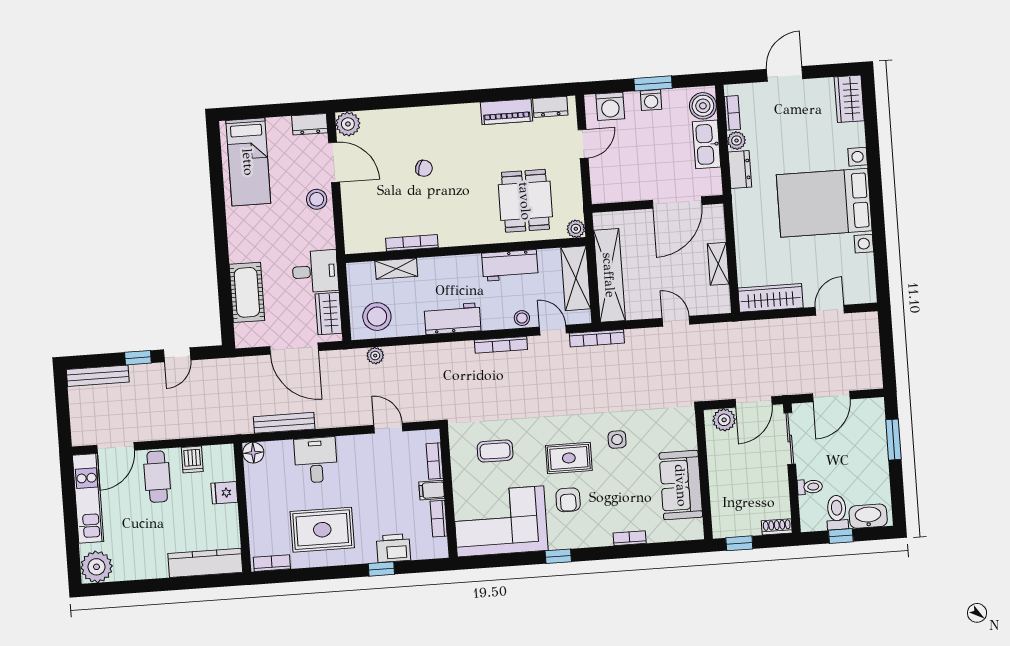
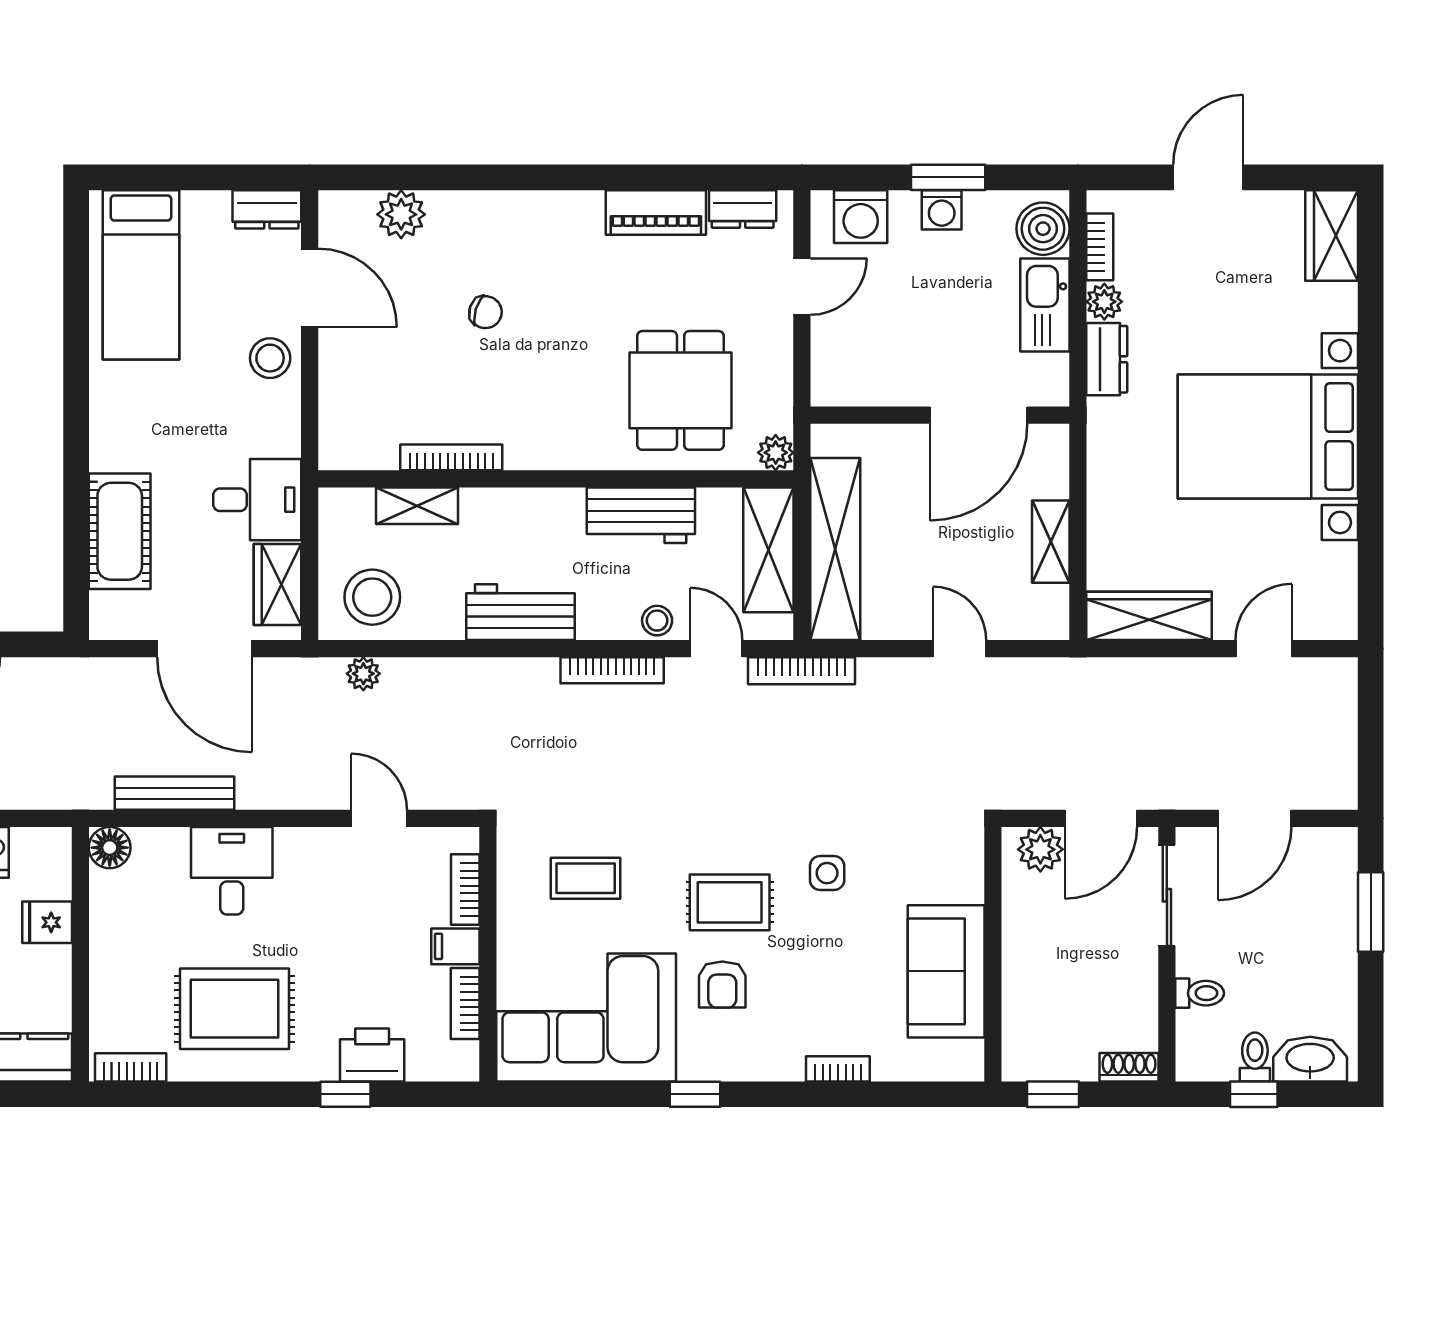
plant: (348, 124) -> (401, 214), moved
toilet: (837, 513) -> (1255, 1057), width x0.73, depth x0.72

